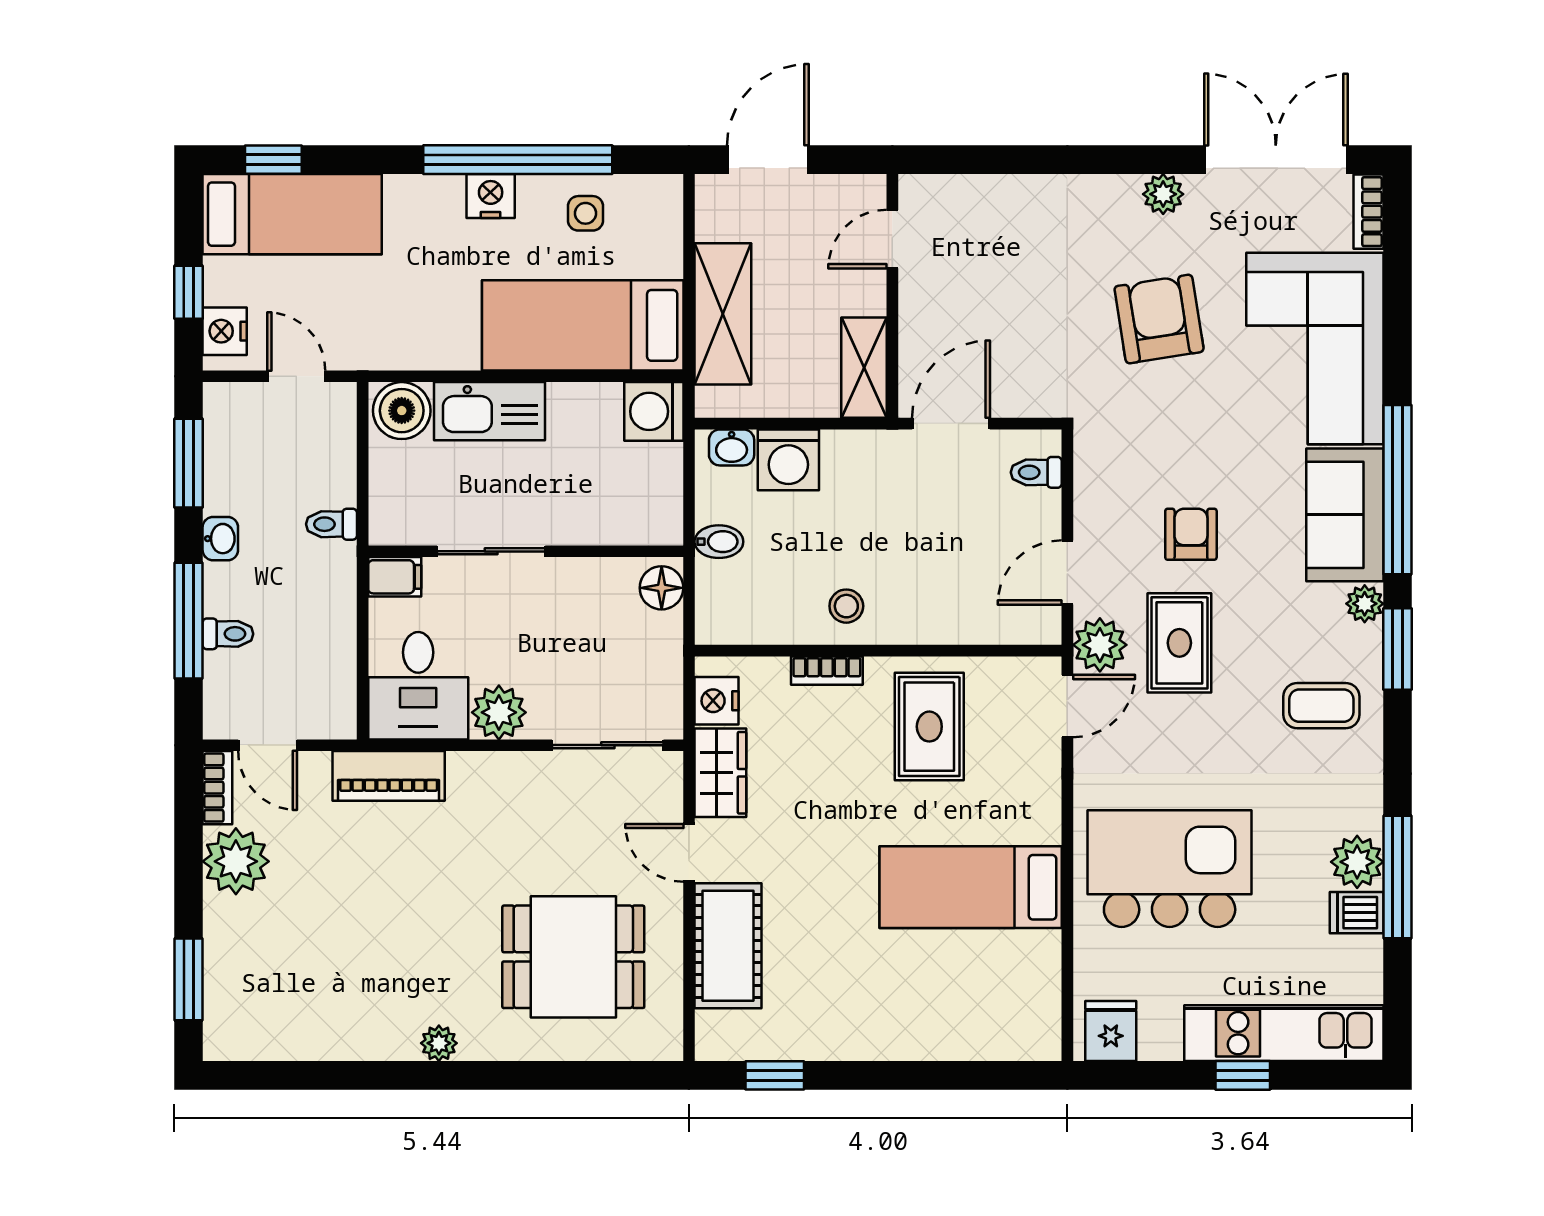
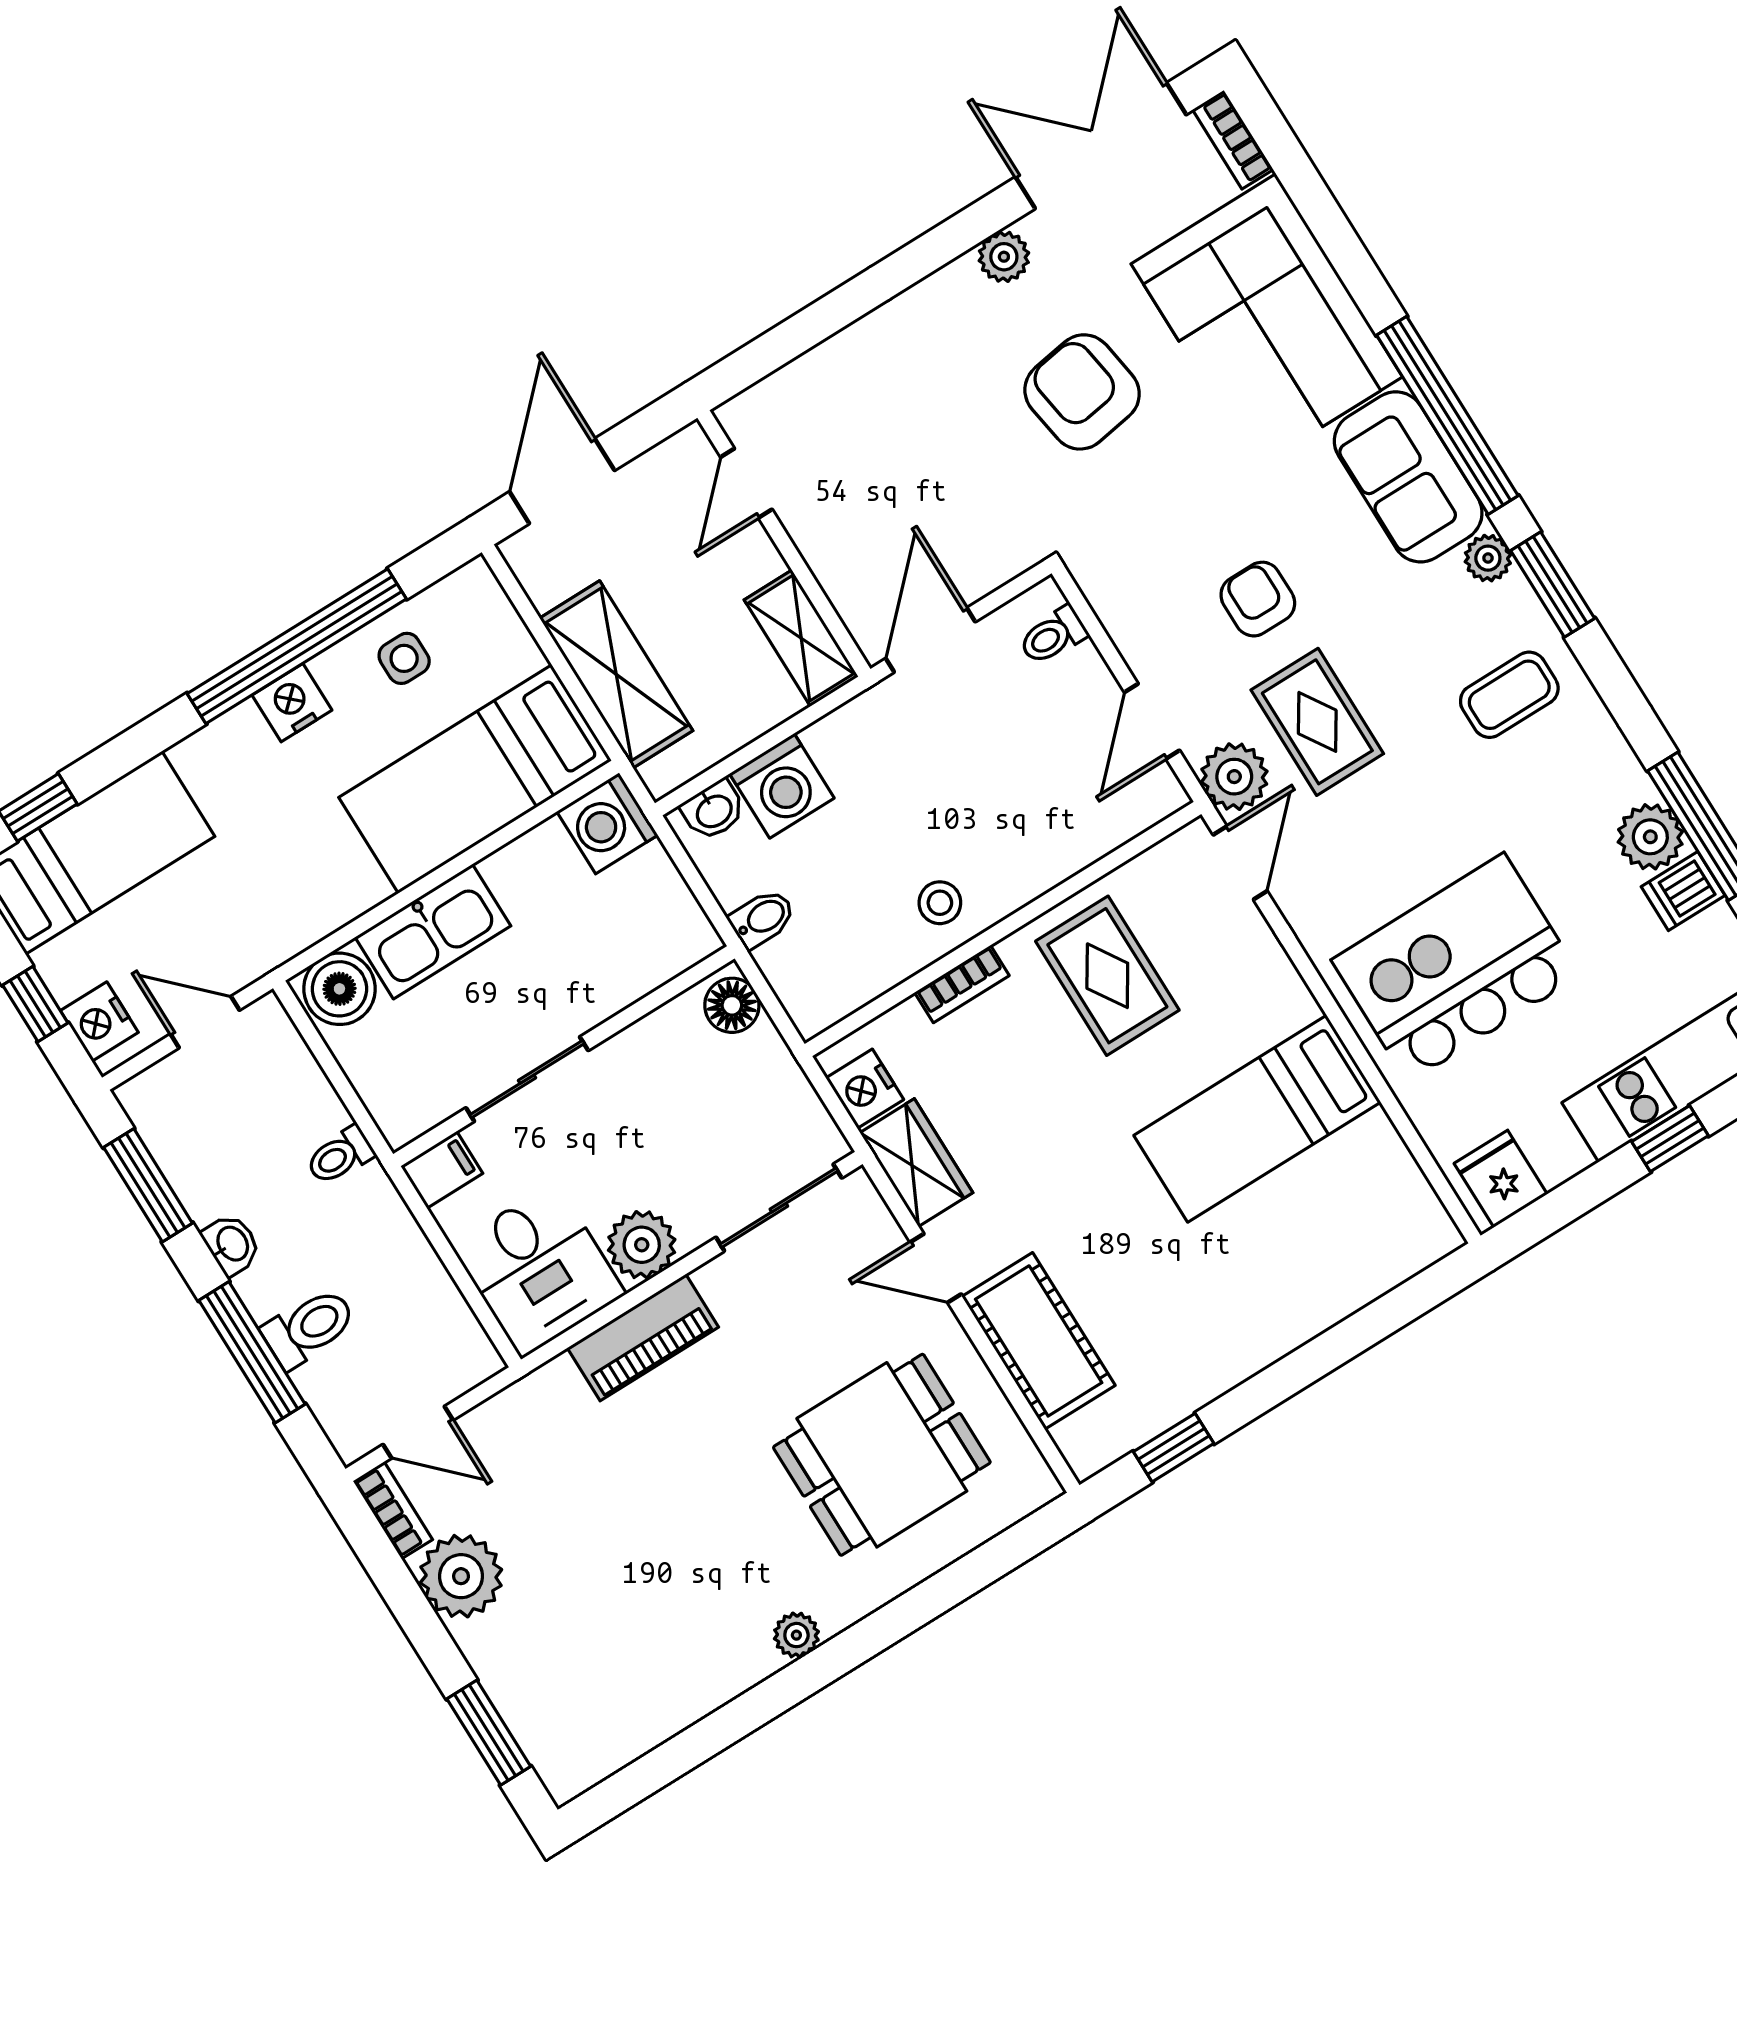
toilet: (228, 634) -> (309, 1328), width x1.37, depth x1.39
piano: (389, 776) -> (643, 1337), moved

